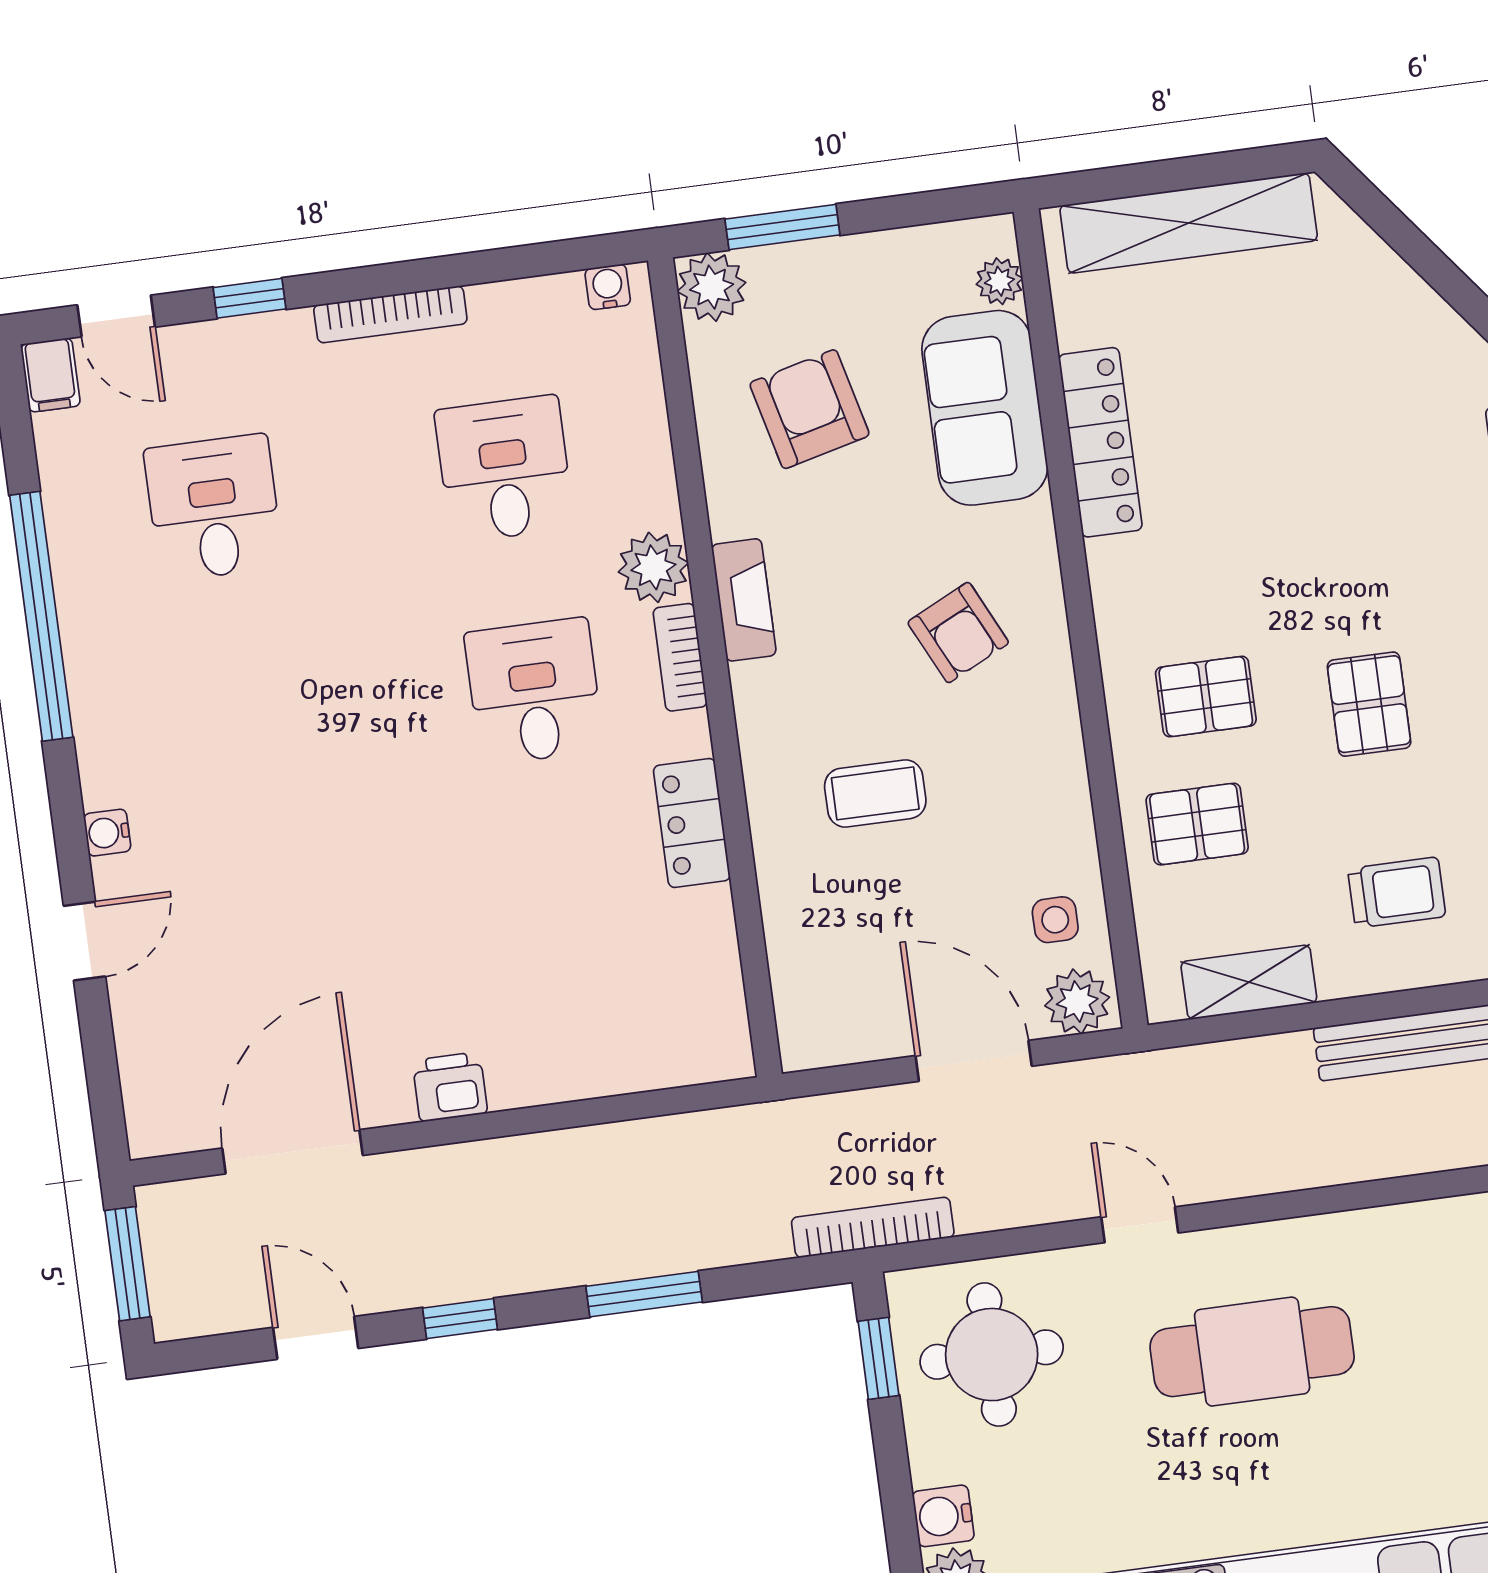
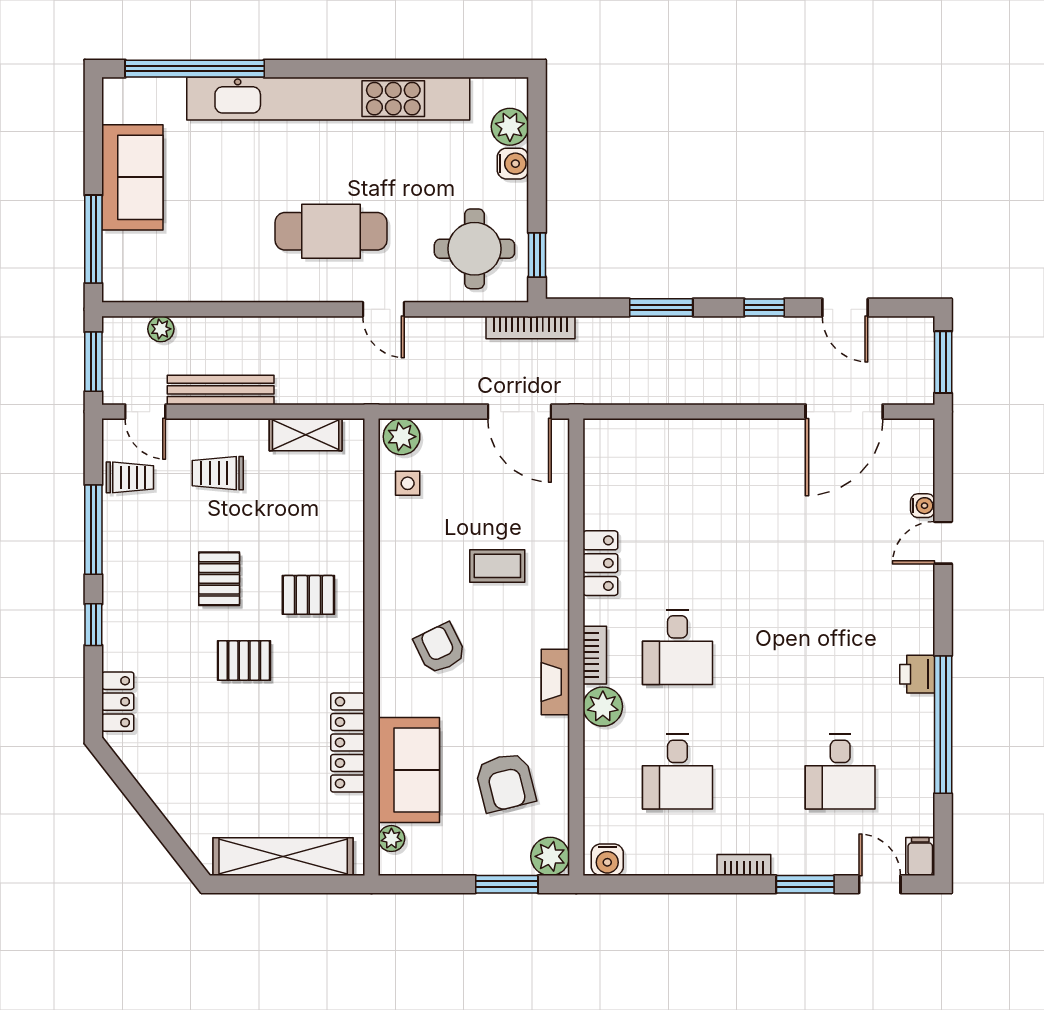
water cooler: (608, 287) -> (607, 860), width x1.38, depth x1.38
window: (249, 298) -> (805, 884), width x1.50
bookcase: (390, 314) -> (744, 865), width x0.64
pallet: (1197, 824) -> (244, 661), moved
water cooler: (107, 833) -> (923, 506), moved
door: (974, 1061) -> (520, 412), moved
printer: (450, 1087) -> (917, 674), moved, turned 90

